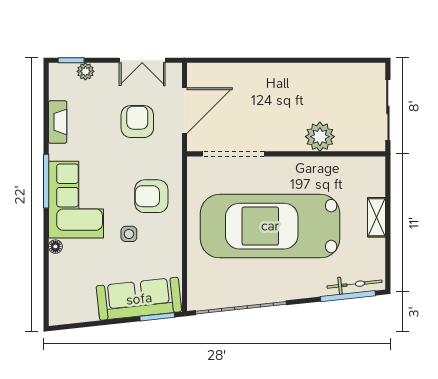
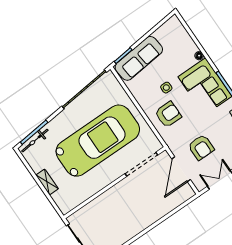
plant: (320, 137) -> (104, 203), removed

